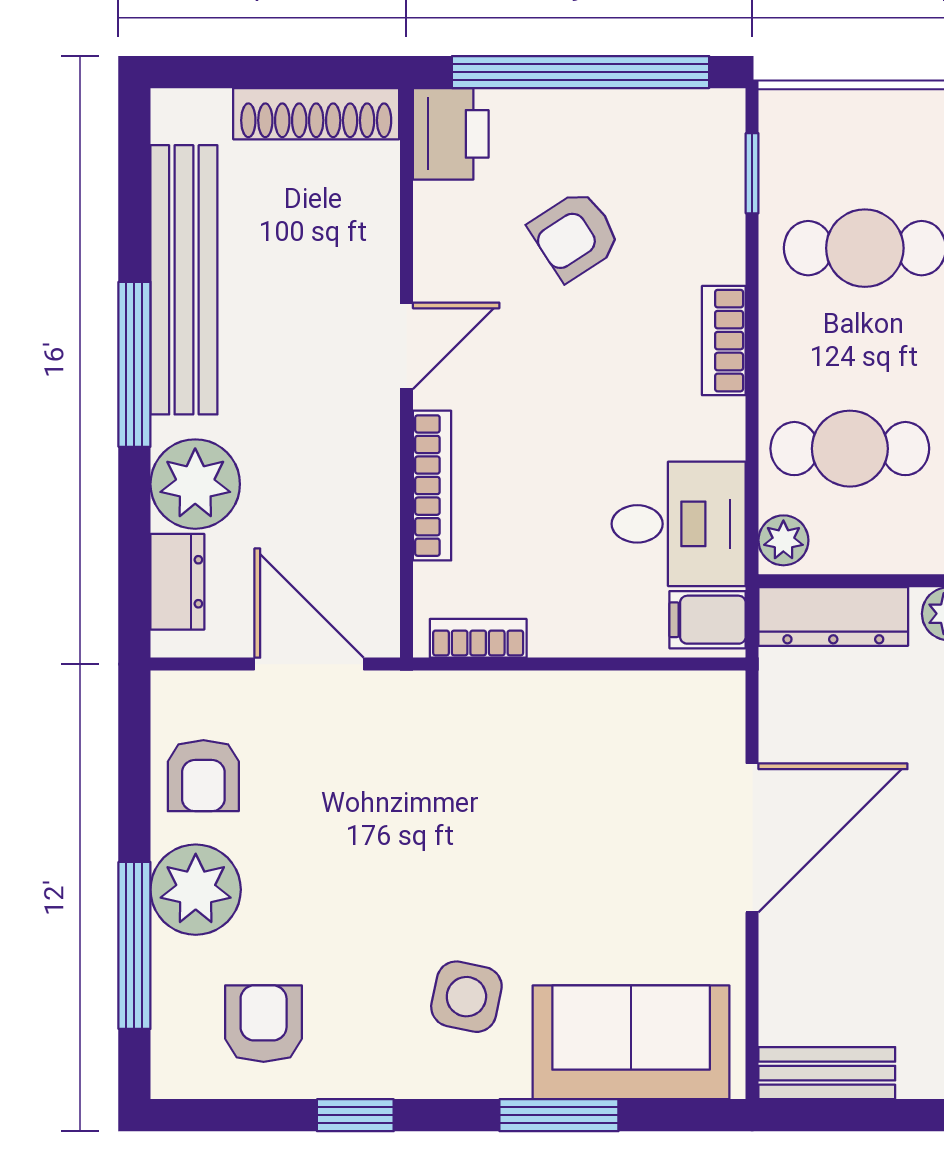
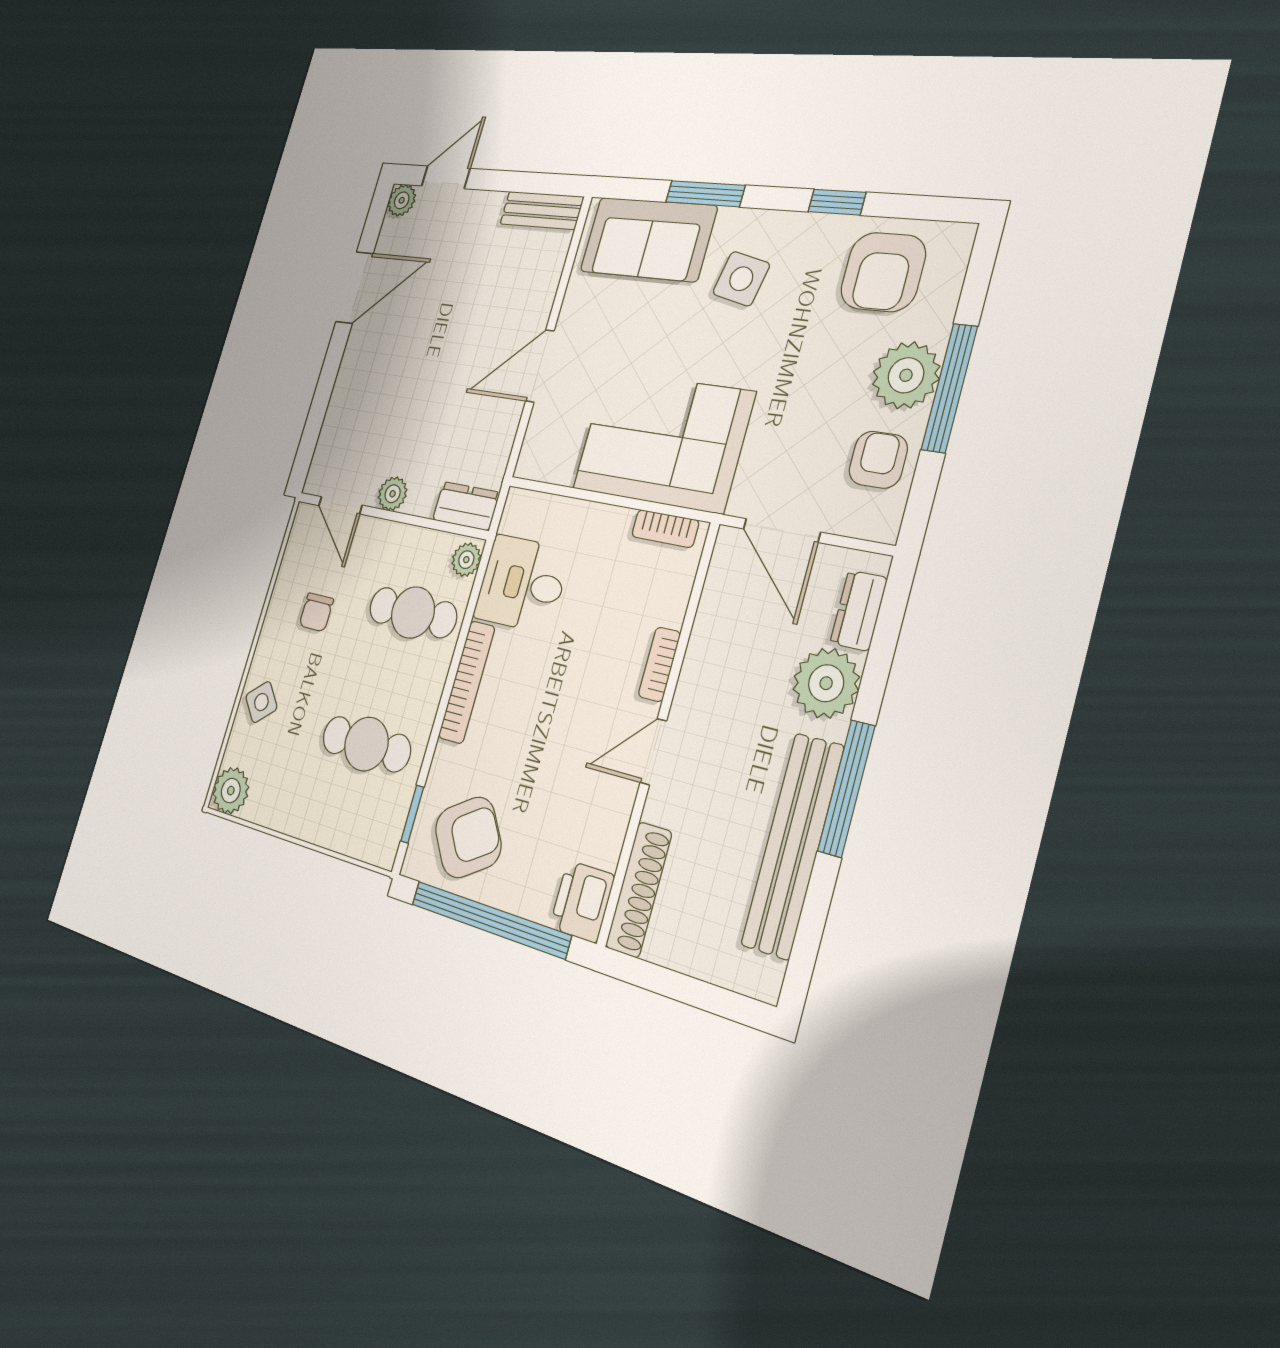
shoe rack: (316, 114) -> (639, 889), moved, turned 90
armchair: (575, 235) -> (468, 837), moved, width x1.38, depth x1.38
bookcase: (724, 341) -> (467, 682), width x1.56
bookcase: (432, 486) -> (659, 664), width x0.64
dresser: (833, 617) -> (466, 506), width x0.70
filing cabinet: (708, 620) -> (524, 515), removed
corner sofa: (519, 757) -> (663, 441), added
door: (752, 838) -> (540, 366), width x0.73
window: (134, 945) -> (949, 388), moved
armchair: (264, 1024) -> (883, 272), width x1.38, depth x1.38

